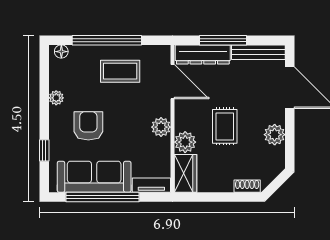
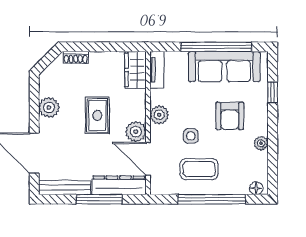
side table: (129, 105) -> (191, 136), added
plant: (185, 142) -> (136, 132), moved
tv unit: (151, 185) -> (157, 70), moved, turned -90

